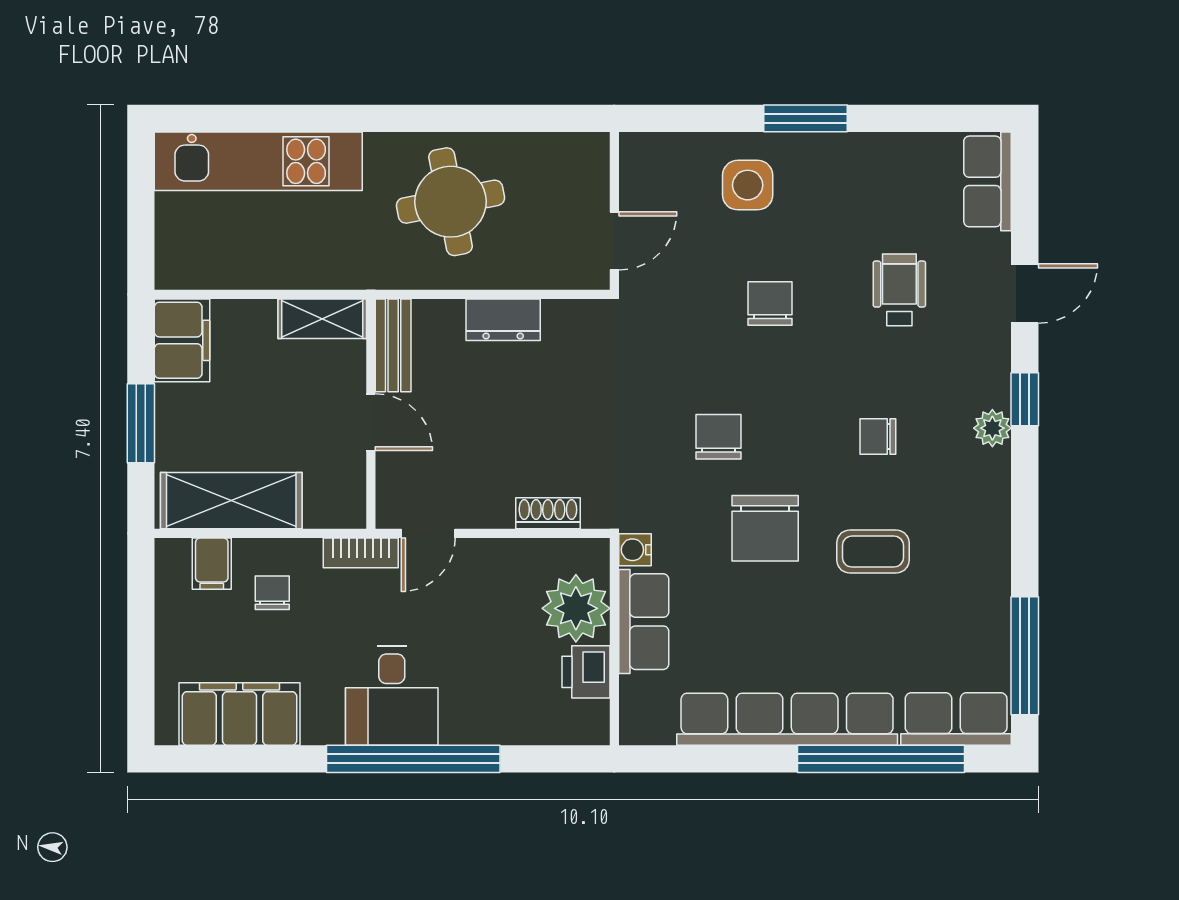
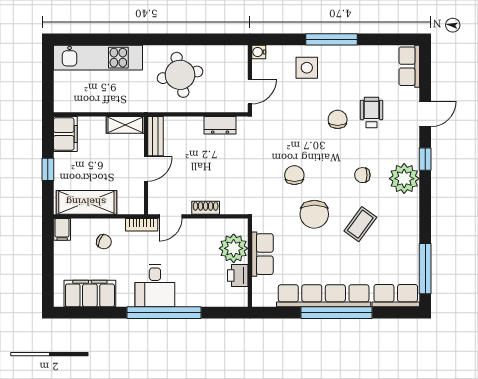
window: (806, 118) -> (332, 39), width x1.44
chair: (770, 304) -> (338, 119), moved
dresser: (503, 320) -> (220, 125), moved
door: (371, 422) -> (146, 169), hinge flipped
window: (141, 423) -> (48, 169), width x0.67
plant: (992, 428) -> (404, 179), width x1.88, depth x1.88
shoe rack: (548, 513) -> (206, 208), moved
water cooler: (635, 550) -> (259, 52), moved
coffee table: (873, 552) -> (360, 224), turned -54
filing cabinet: (212, 564) -> (62, 229), moved
chair: (272, 593) -> (104, 242), turned 113
window: (881, 759) -> (336, 313), moved

